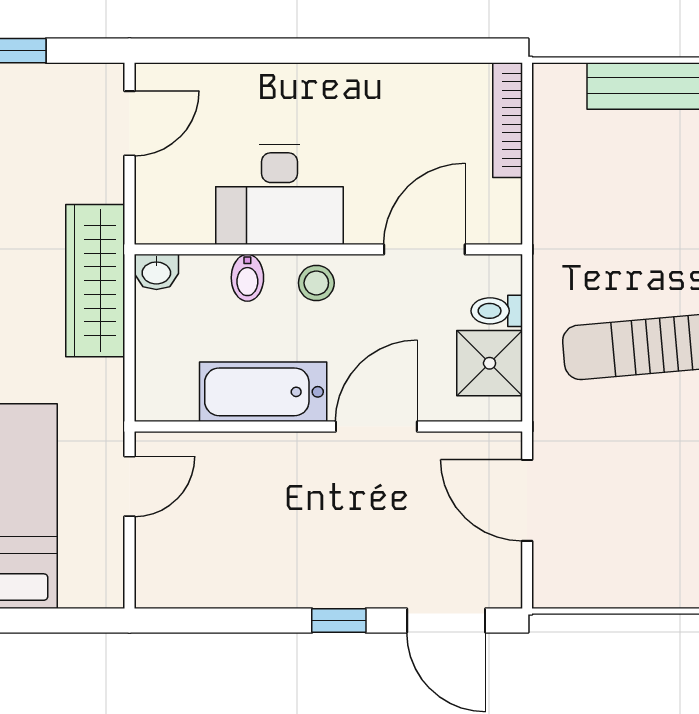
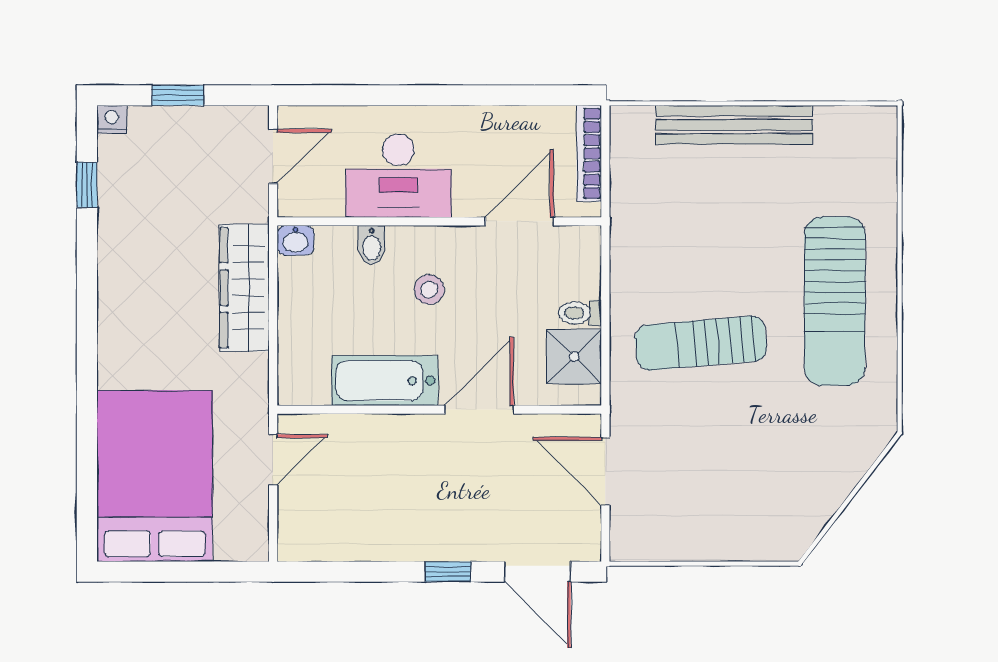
desk: (279, 195) -> (398, 176), moved
wall: (328, 249) -> (439, 221), moved
door: (424, 249) -> (519, 221), moved
washbasin: (156, 272) -> (295, 240), moved
bidet: (247, 278) -> (372, 245), moved

